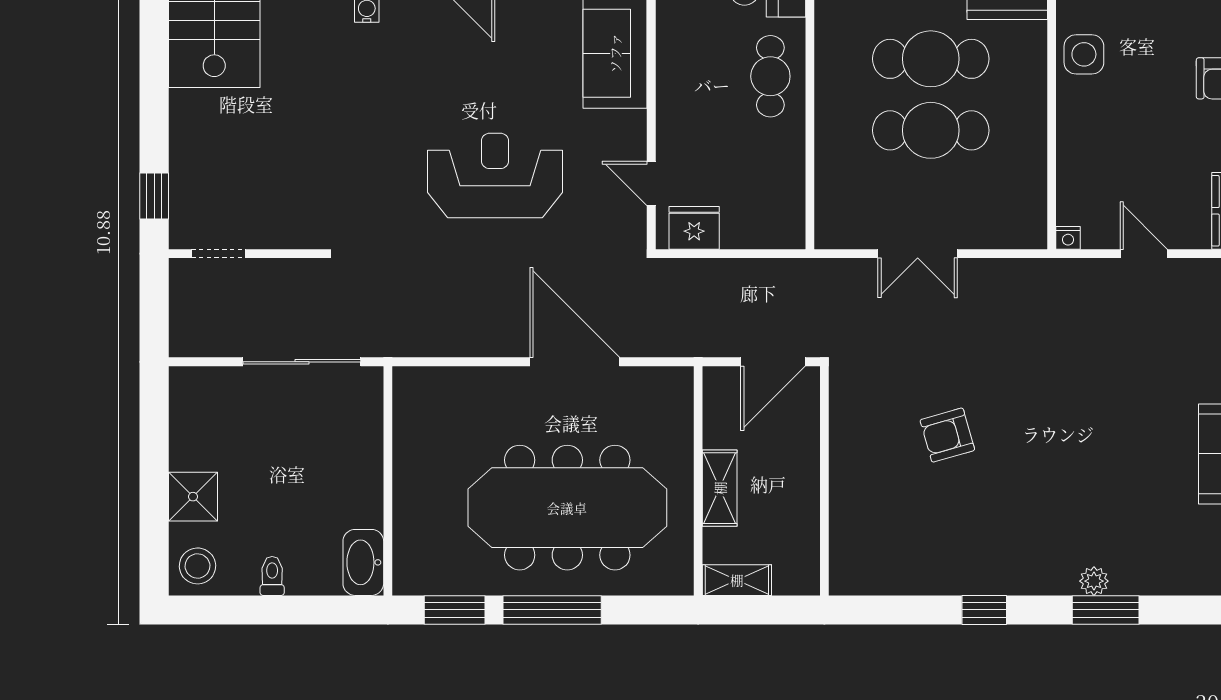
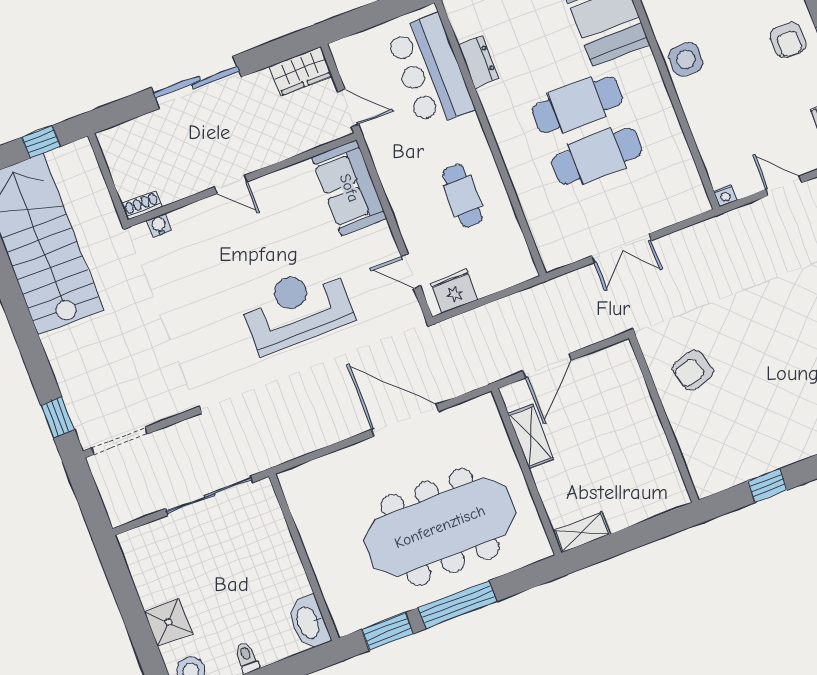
cafe table: (770, 76) -> (463, 196), moved
doorway: (219, 254) -> (120, 441), width x1.38
wall: (824, 481) -> (664, 419), moved
shelving: (720, 488) -> (531, 436), moved

